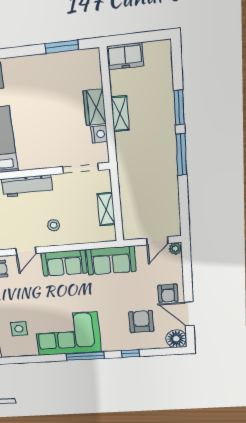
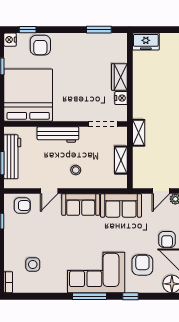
shelving: (120, 114) -> (139, 133), moved
corner sofa: (68, 334) -> (96, 273), moved

